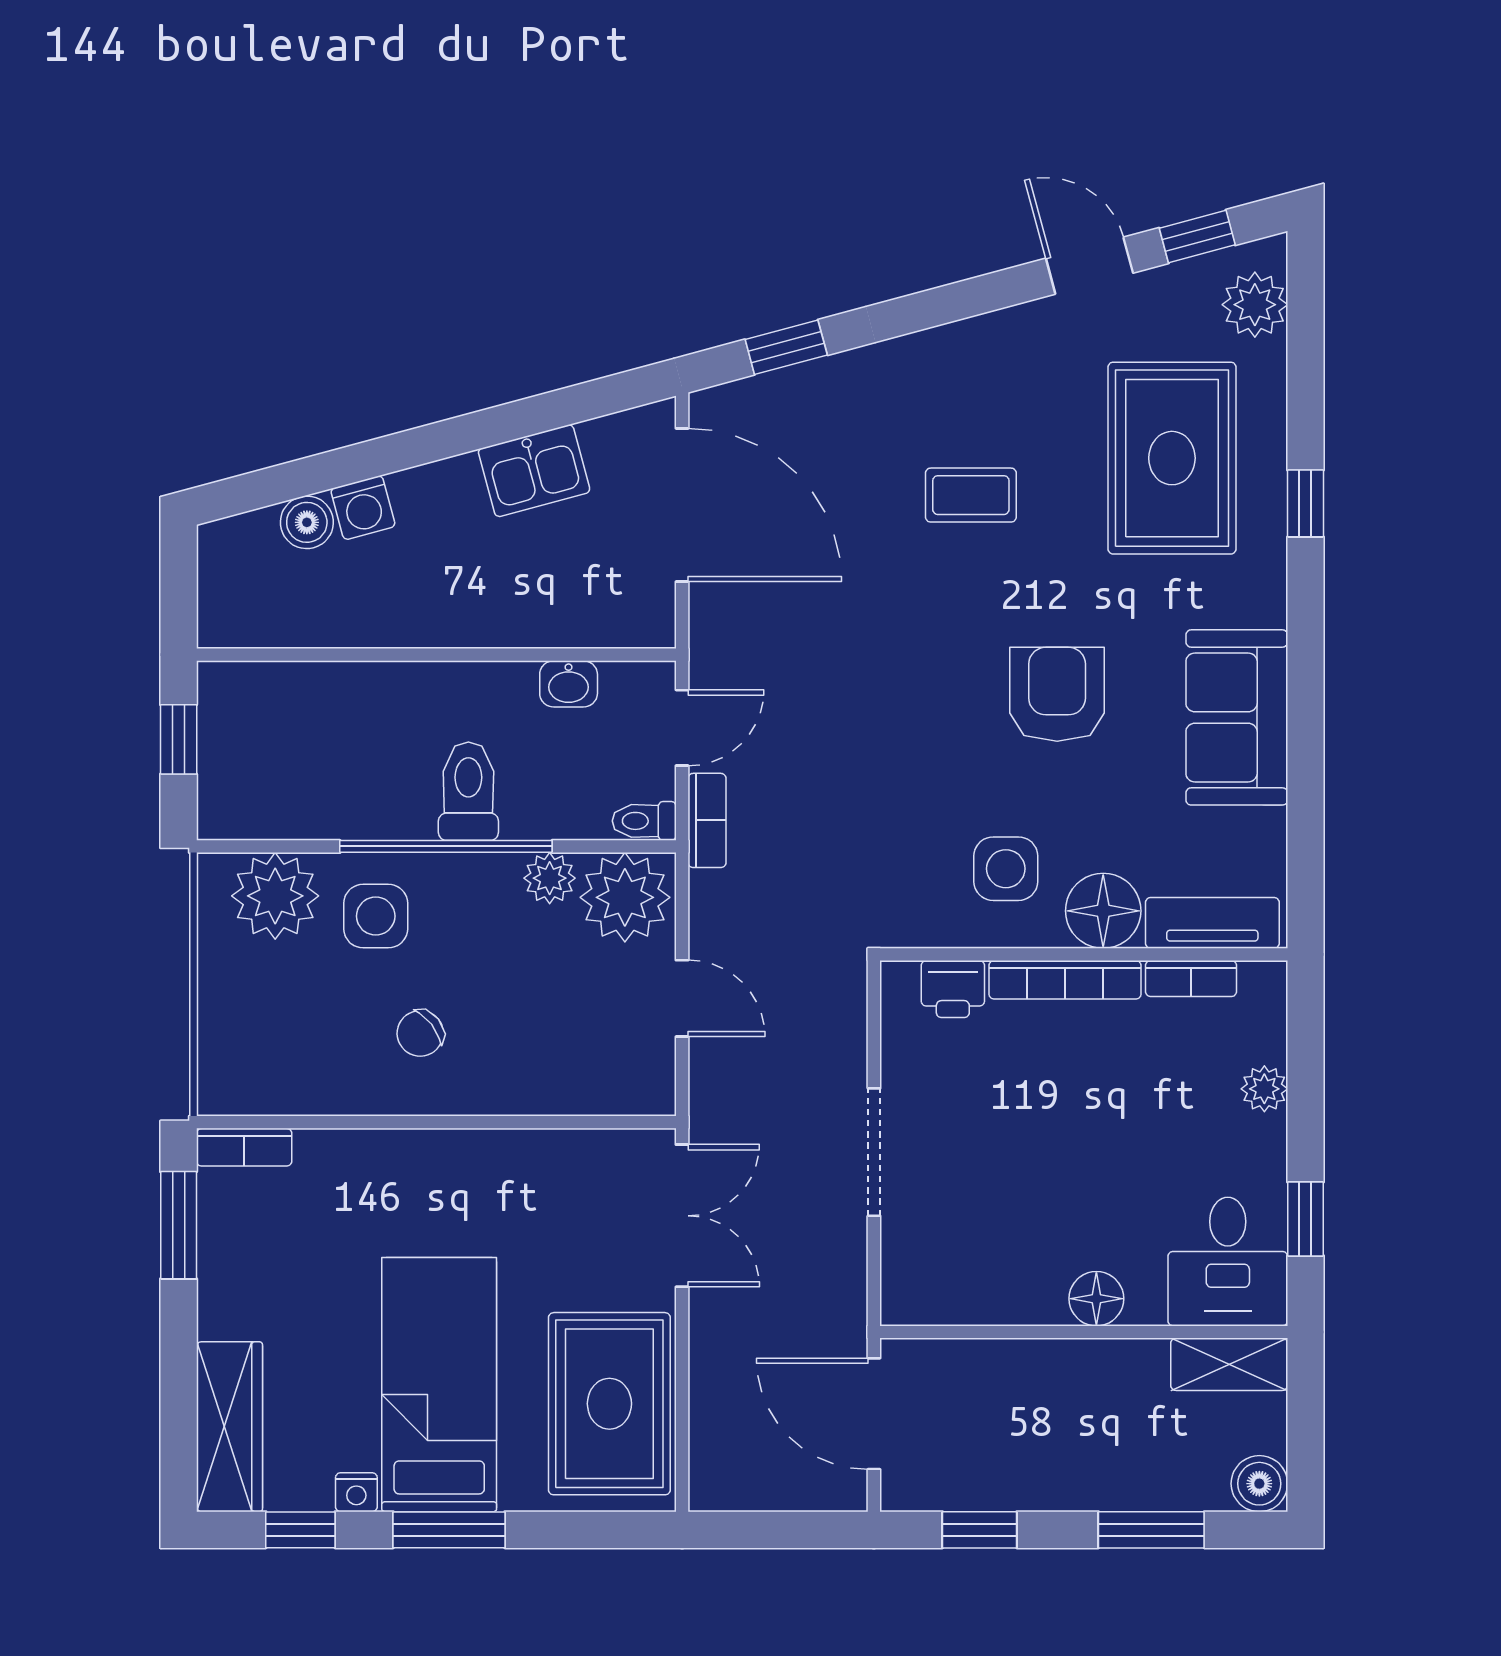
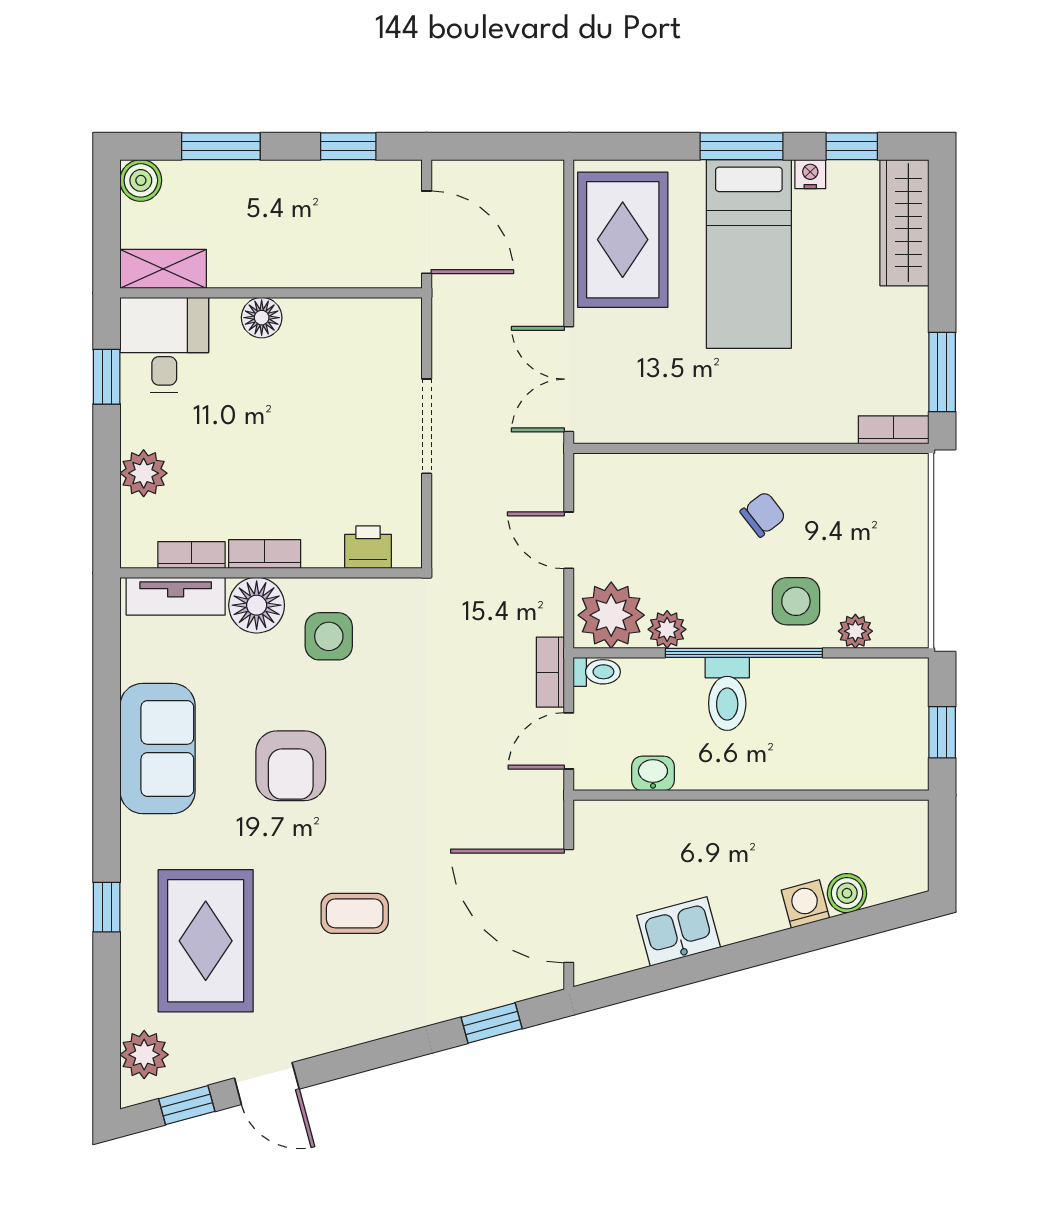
plant: (275, 896) -> (855, 631), width x0.53, depth x0.53
bookcase: (1065, 980) -> (265, 554), width x0.64
plant: (1264, 1089) -> (144, 473), width x1.38, depth x1.38

